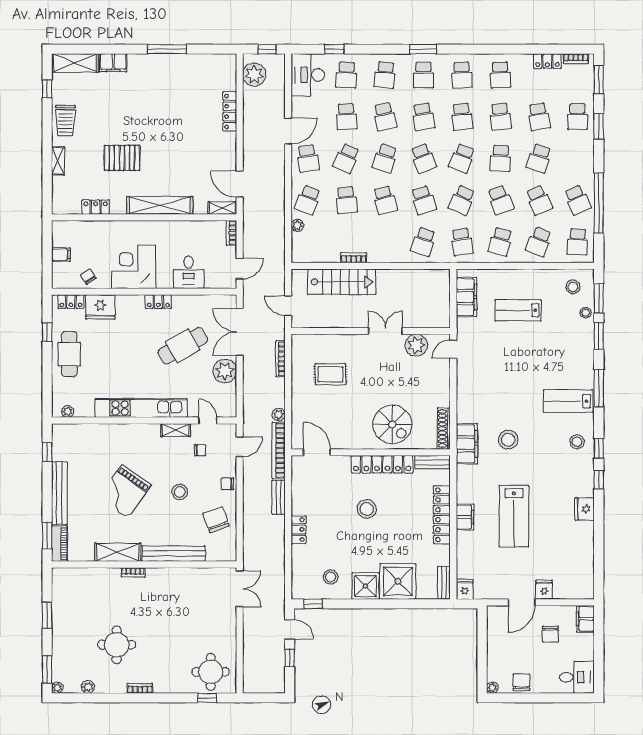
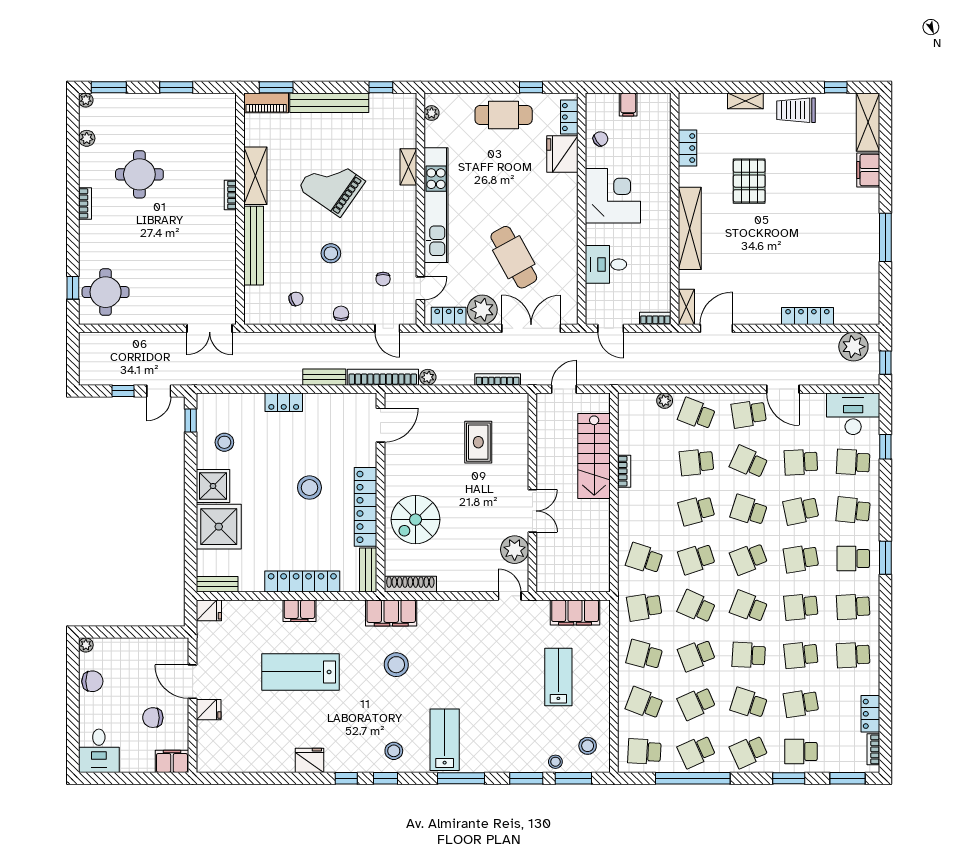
school desk: (577, 158) -> (749, 751), added
locker: (158, 302) -> (449, 316), moved, turned 90
shelving: (176, 430) -> (408, 167), moved
chair: (216, 520) -> (296, 299), width x0.54, depth x0.54

